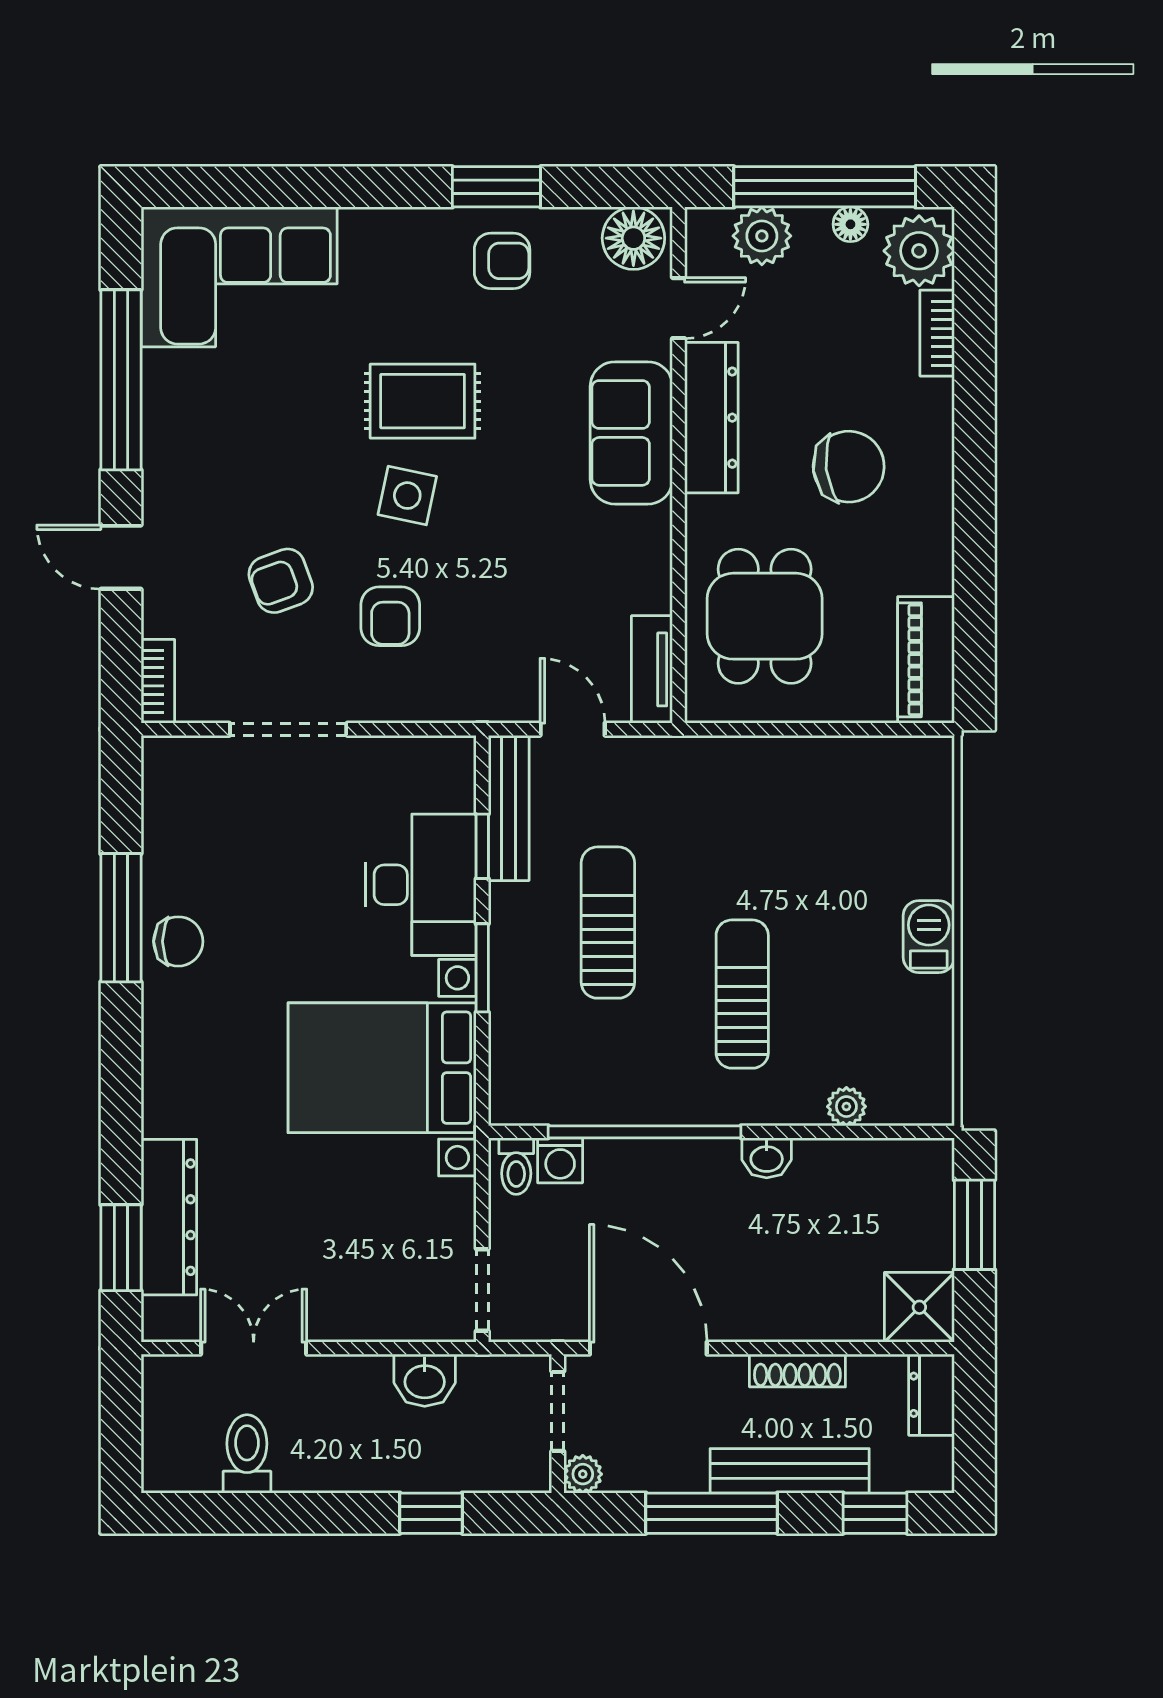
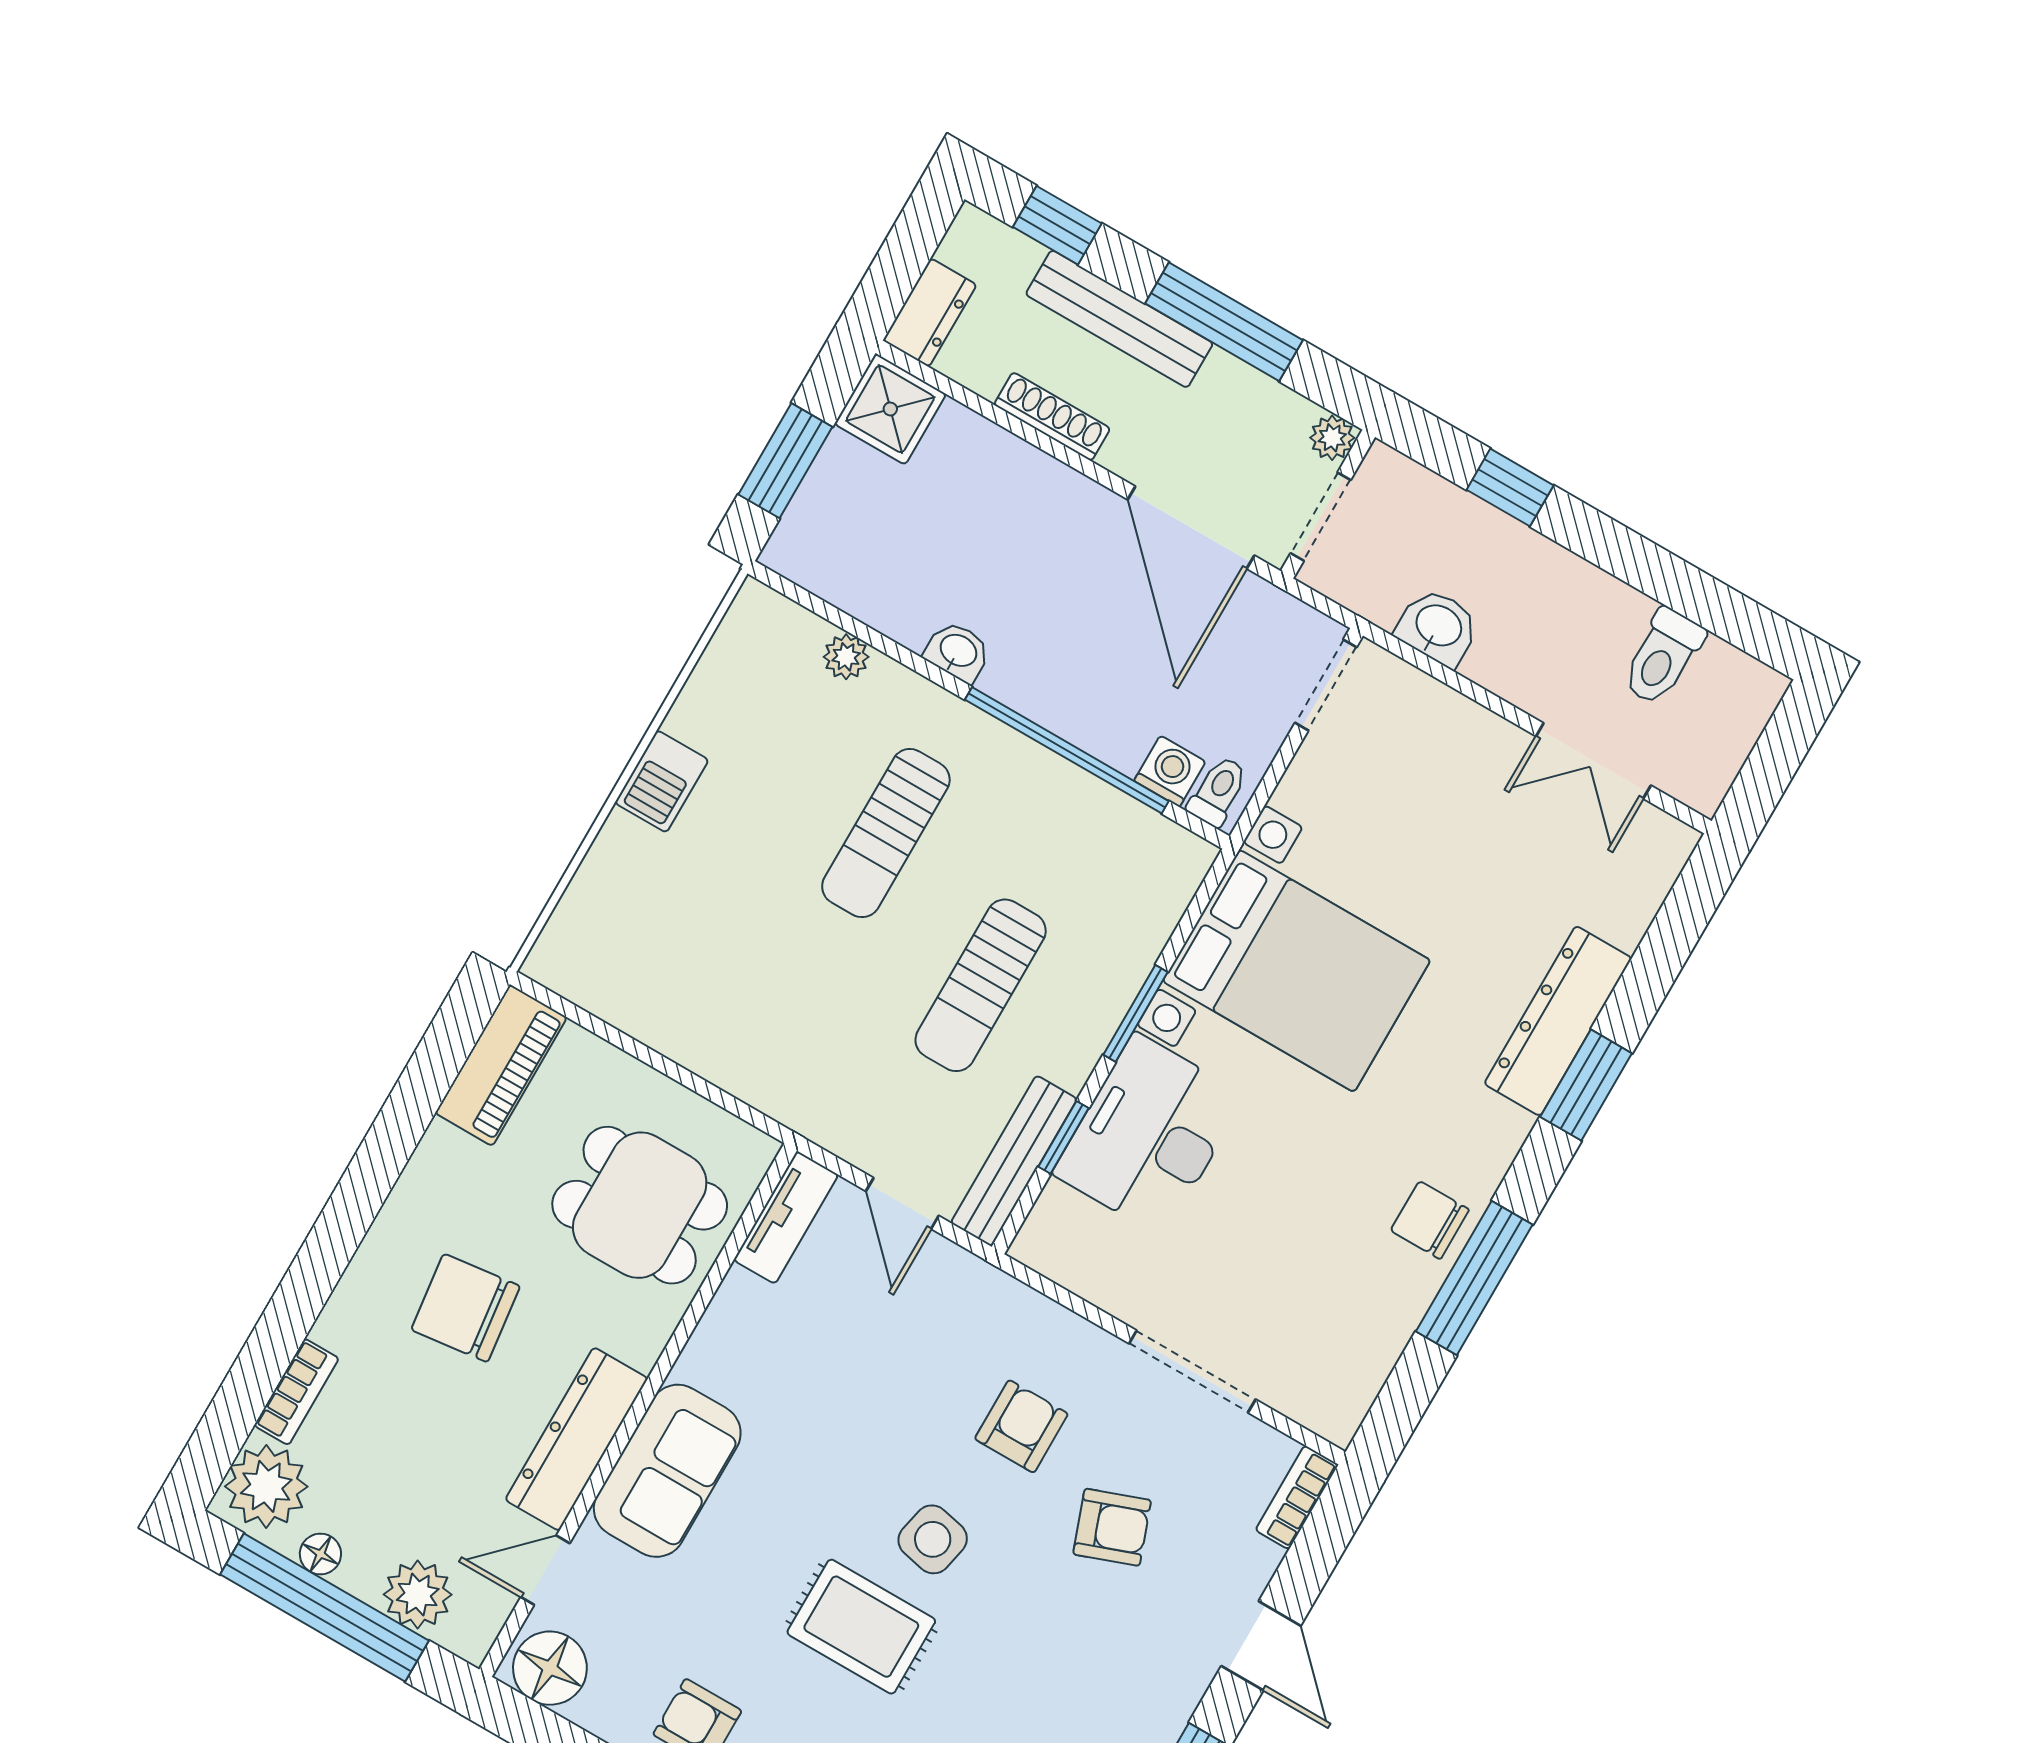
dining table: (765, 616) -> (640, 1205), turned 90
dresser: (169, 1217) -> (1558, 1021), moved
window: (121, 1248) -> (1586, 1085), moved

